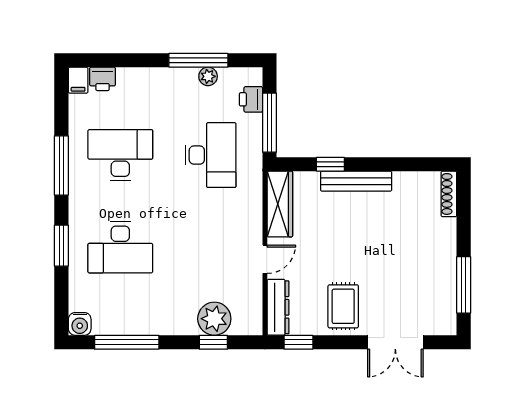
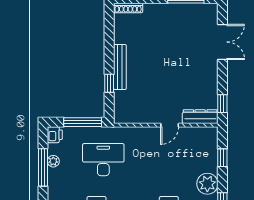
printer: (251, 99) -> (55, 135), moved, turned -90
wardrobe: (280, 204) -> (134, 116), removed
door: (265, 259) -> (170, 125), swing flipped
rug: (343, 306) -> (200, 75), removed
plant: (214, 319) -> (207, 184), moved

